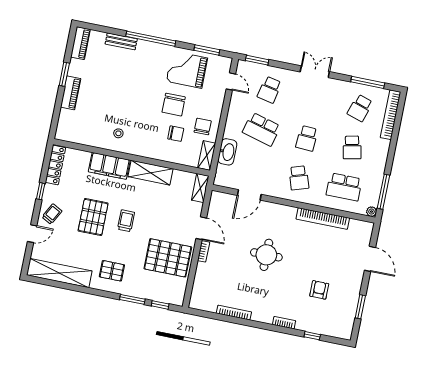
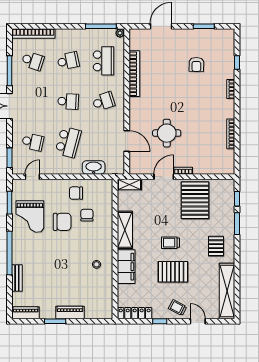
window: (368, 82) -> (9, 71), moved
shelving: (207, 155) -> (100, 185), removed
round table: (266, 255) -> (167, 133), moved
armchair: (319, 290) -> (196, 64), turned -89

